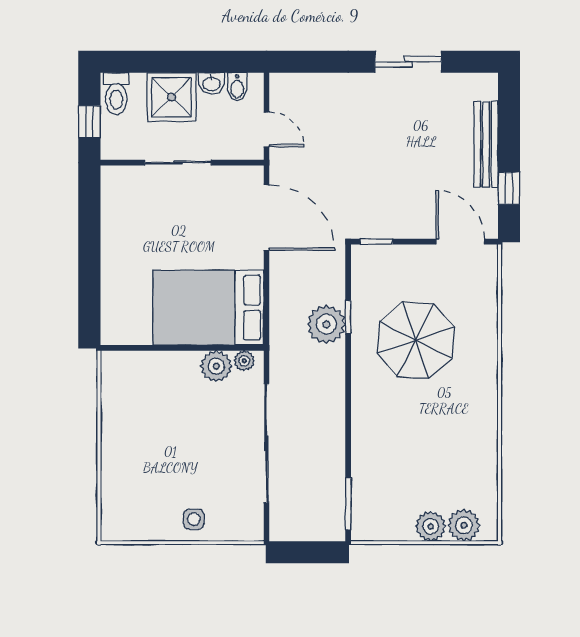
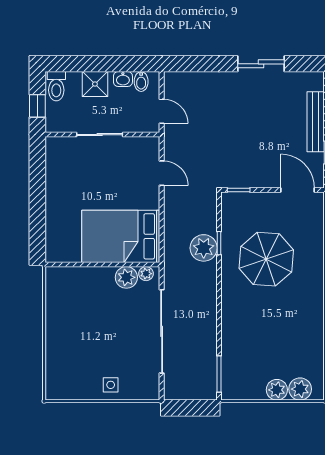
shower: (171, 97) -> (95, 84), width x0.73, depth x0.73
door: (266, 218) -> (162, 173), width x0.53

